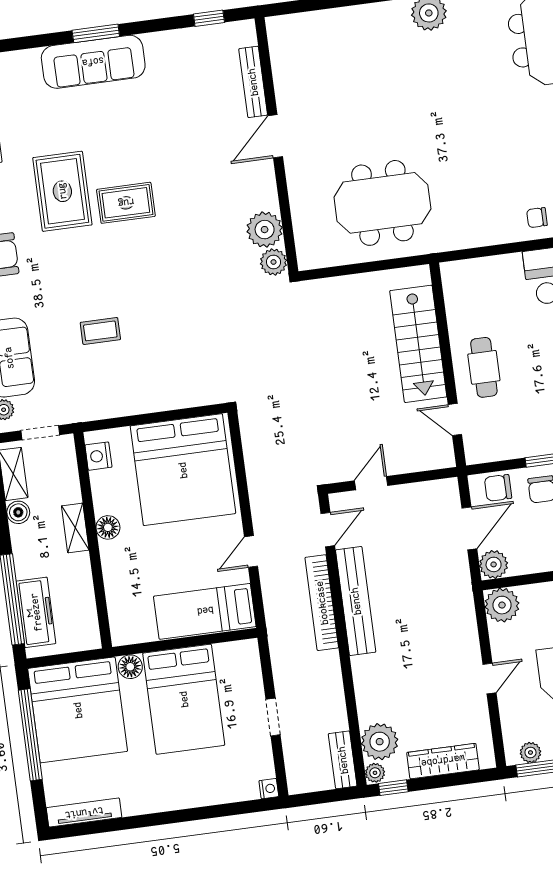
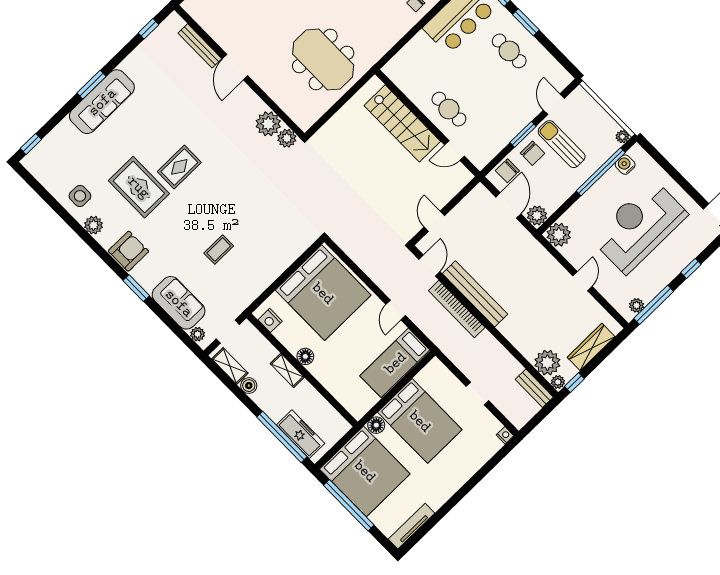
meeting table: (382, 203) -> (323, 59), turned 90

